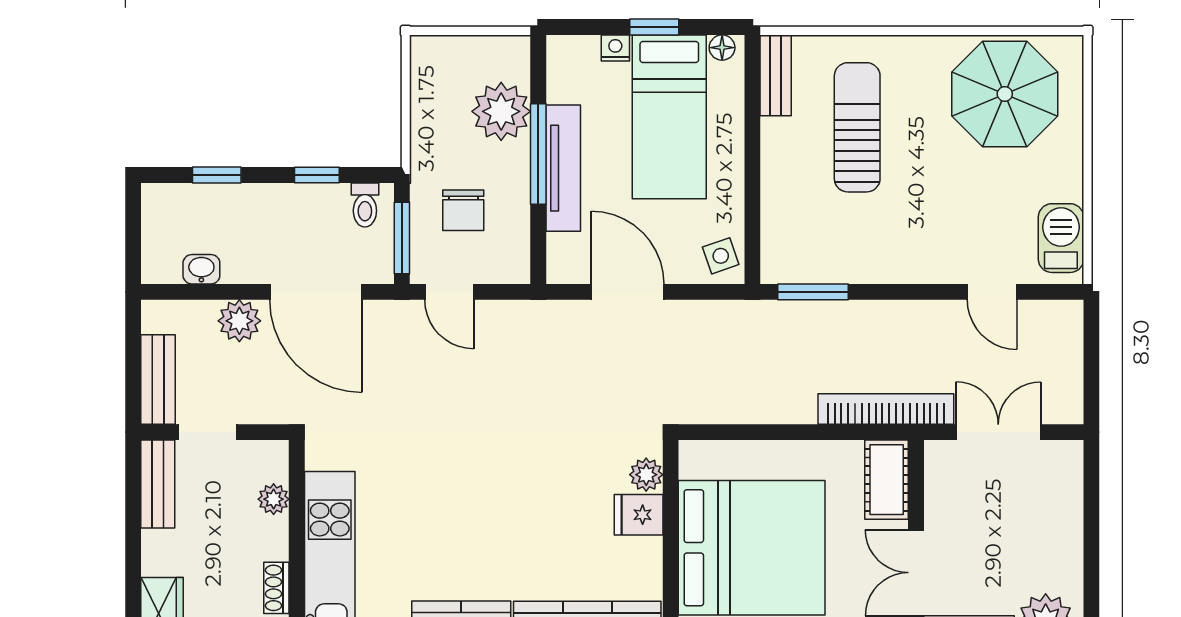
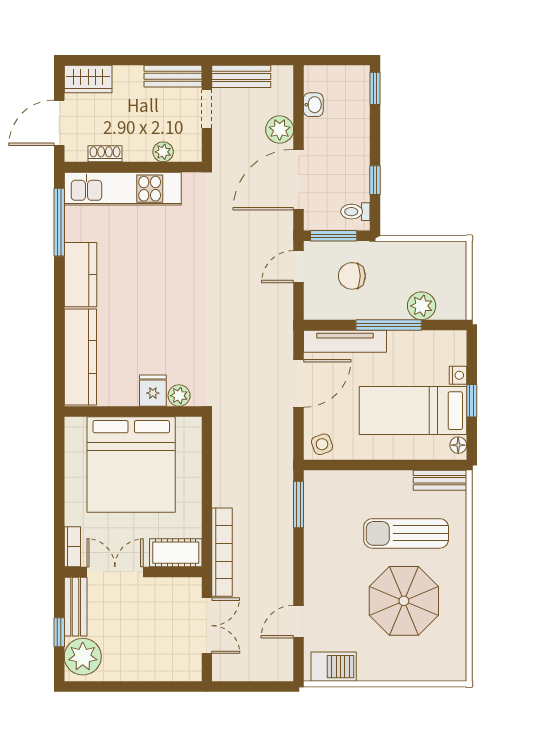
parasol: (1005, 94) -> (404, 601), moved
plant: (501, 111) -> (422, 306), width x0.73, depth x0.73
sun lounger: (857, 127) -> (406, 533), turned 180
tv unit: (563, 168) -> (345, 341), moved
window: (217, 175) -> (375, 88), moved

